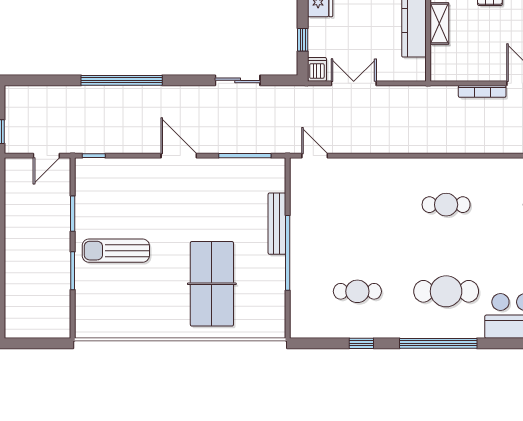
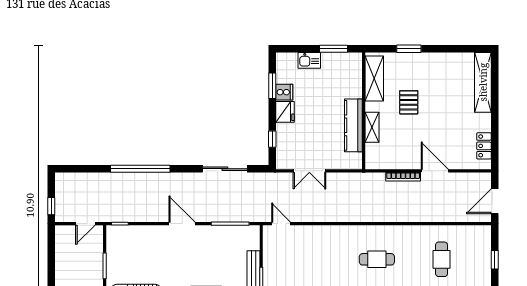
dishwasher: (317, 69) -> (283, 161), removed
sliding door: (238, 80) -> (225, 169), width x1.37
double door: (354, 83) -> (309, 171), swing flipped

